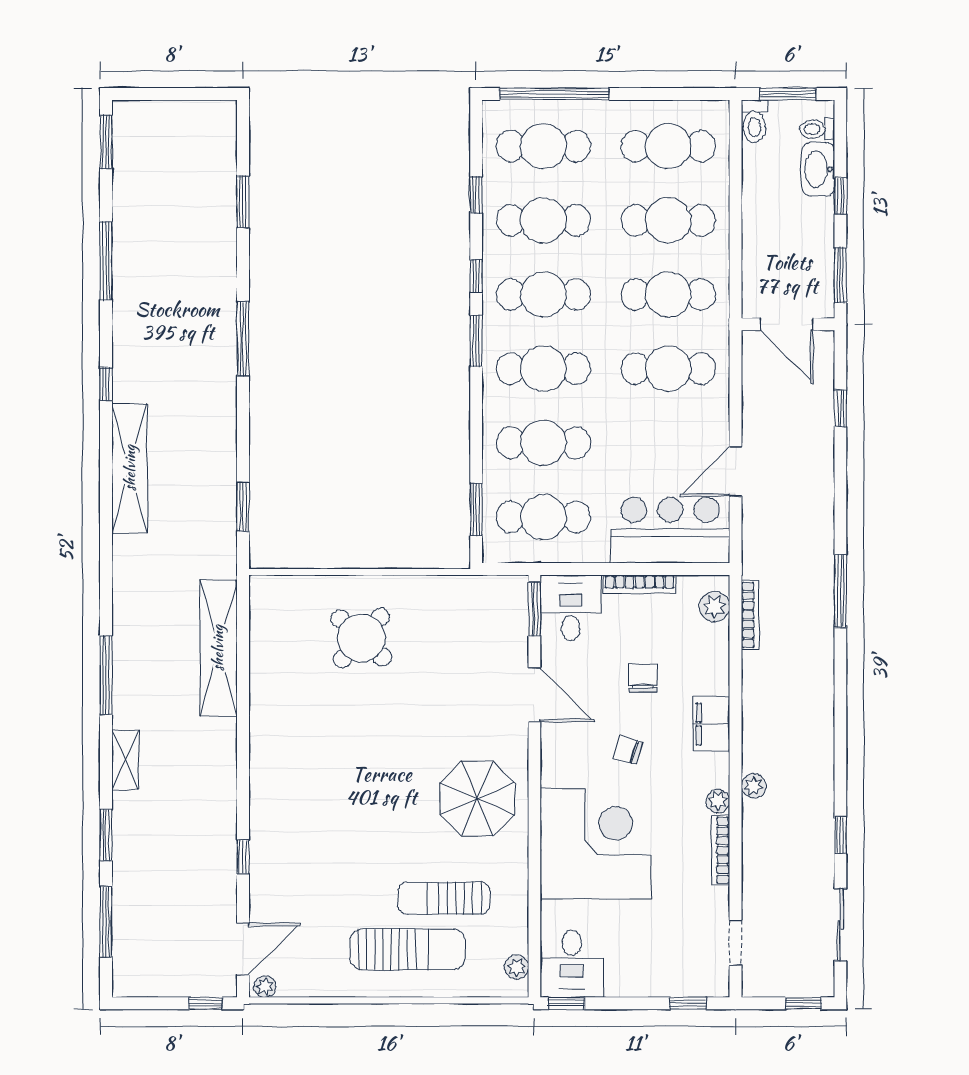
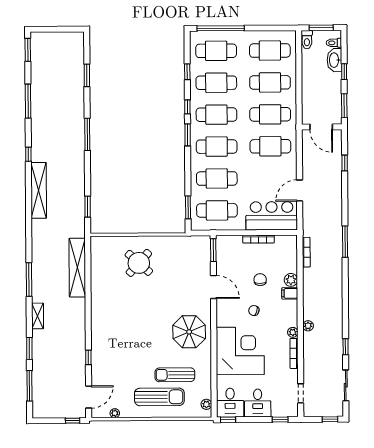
plant: (714, 607) -> (291, 280), moved
desk: (571, 608) -> (258, 403), moved, turned 180
filing cabinet: (712, 724) -> (290, 293), width x0.50
plant: (265, 987) -> (115, 413), moved

